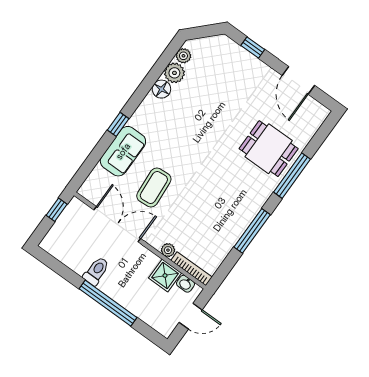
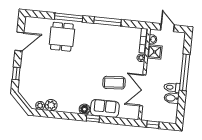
floor lamp: (161, 89) -> (84, 109), moved
bidet: (81, 261) -> (172, 98), added

